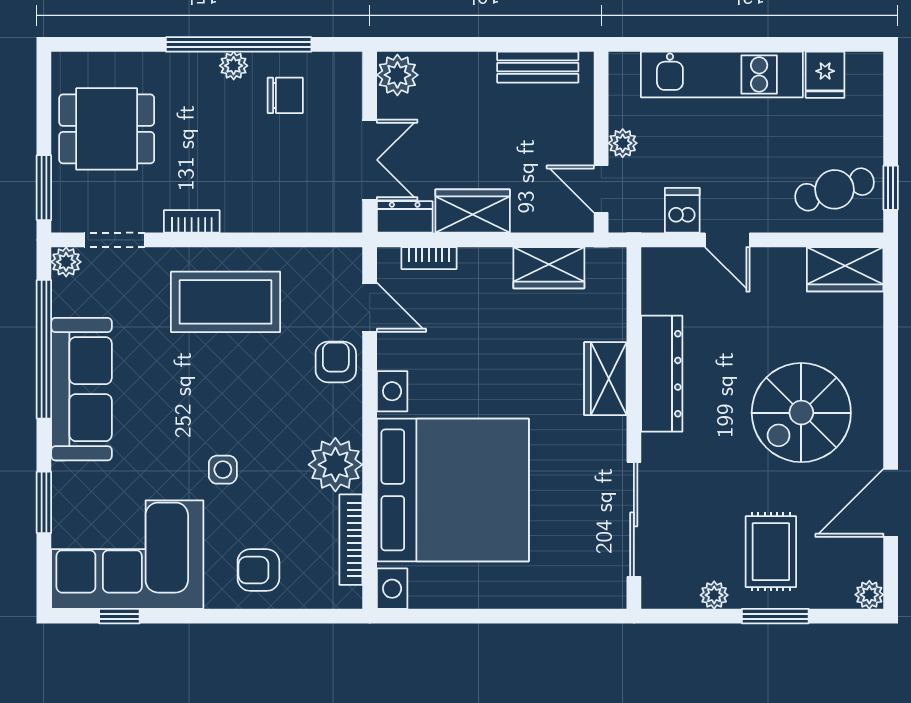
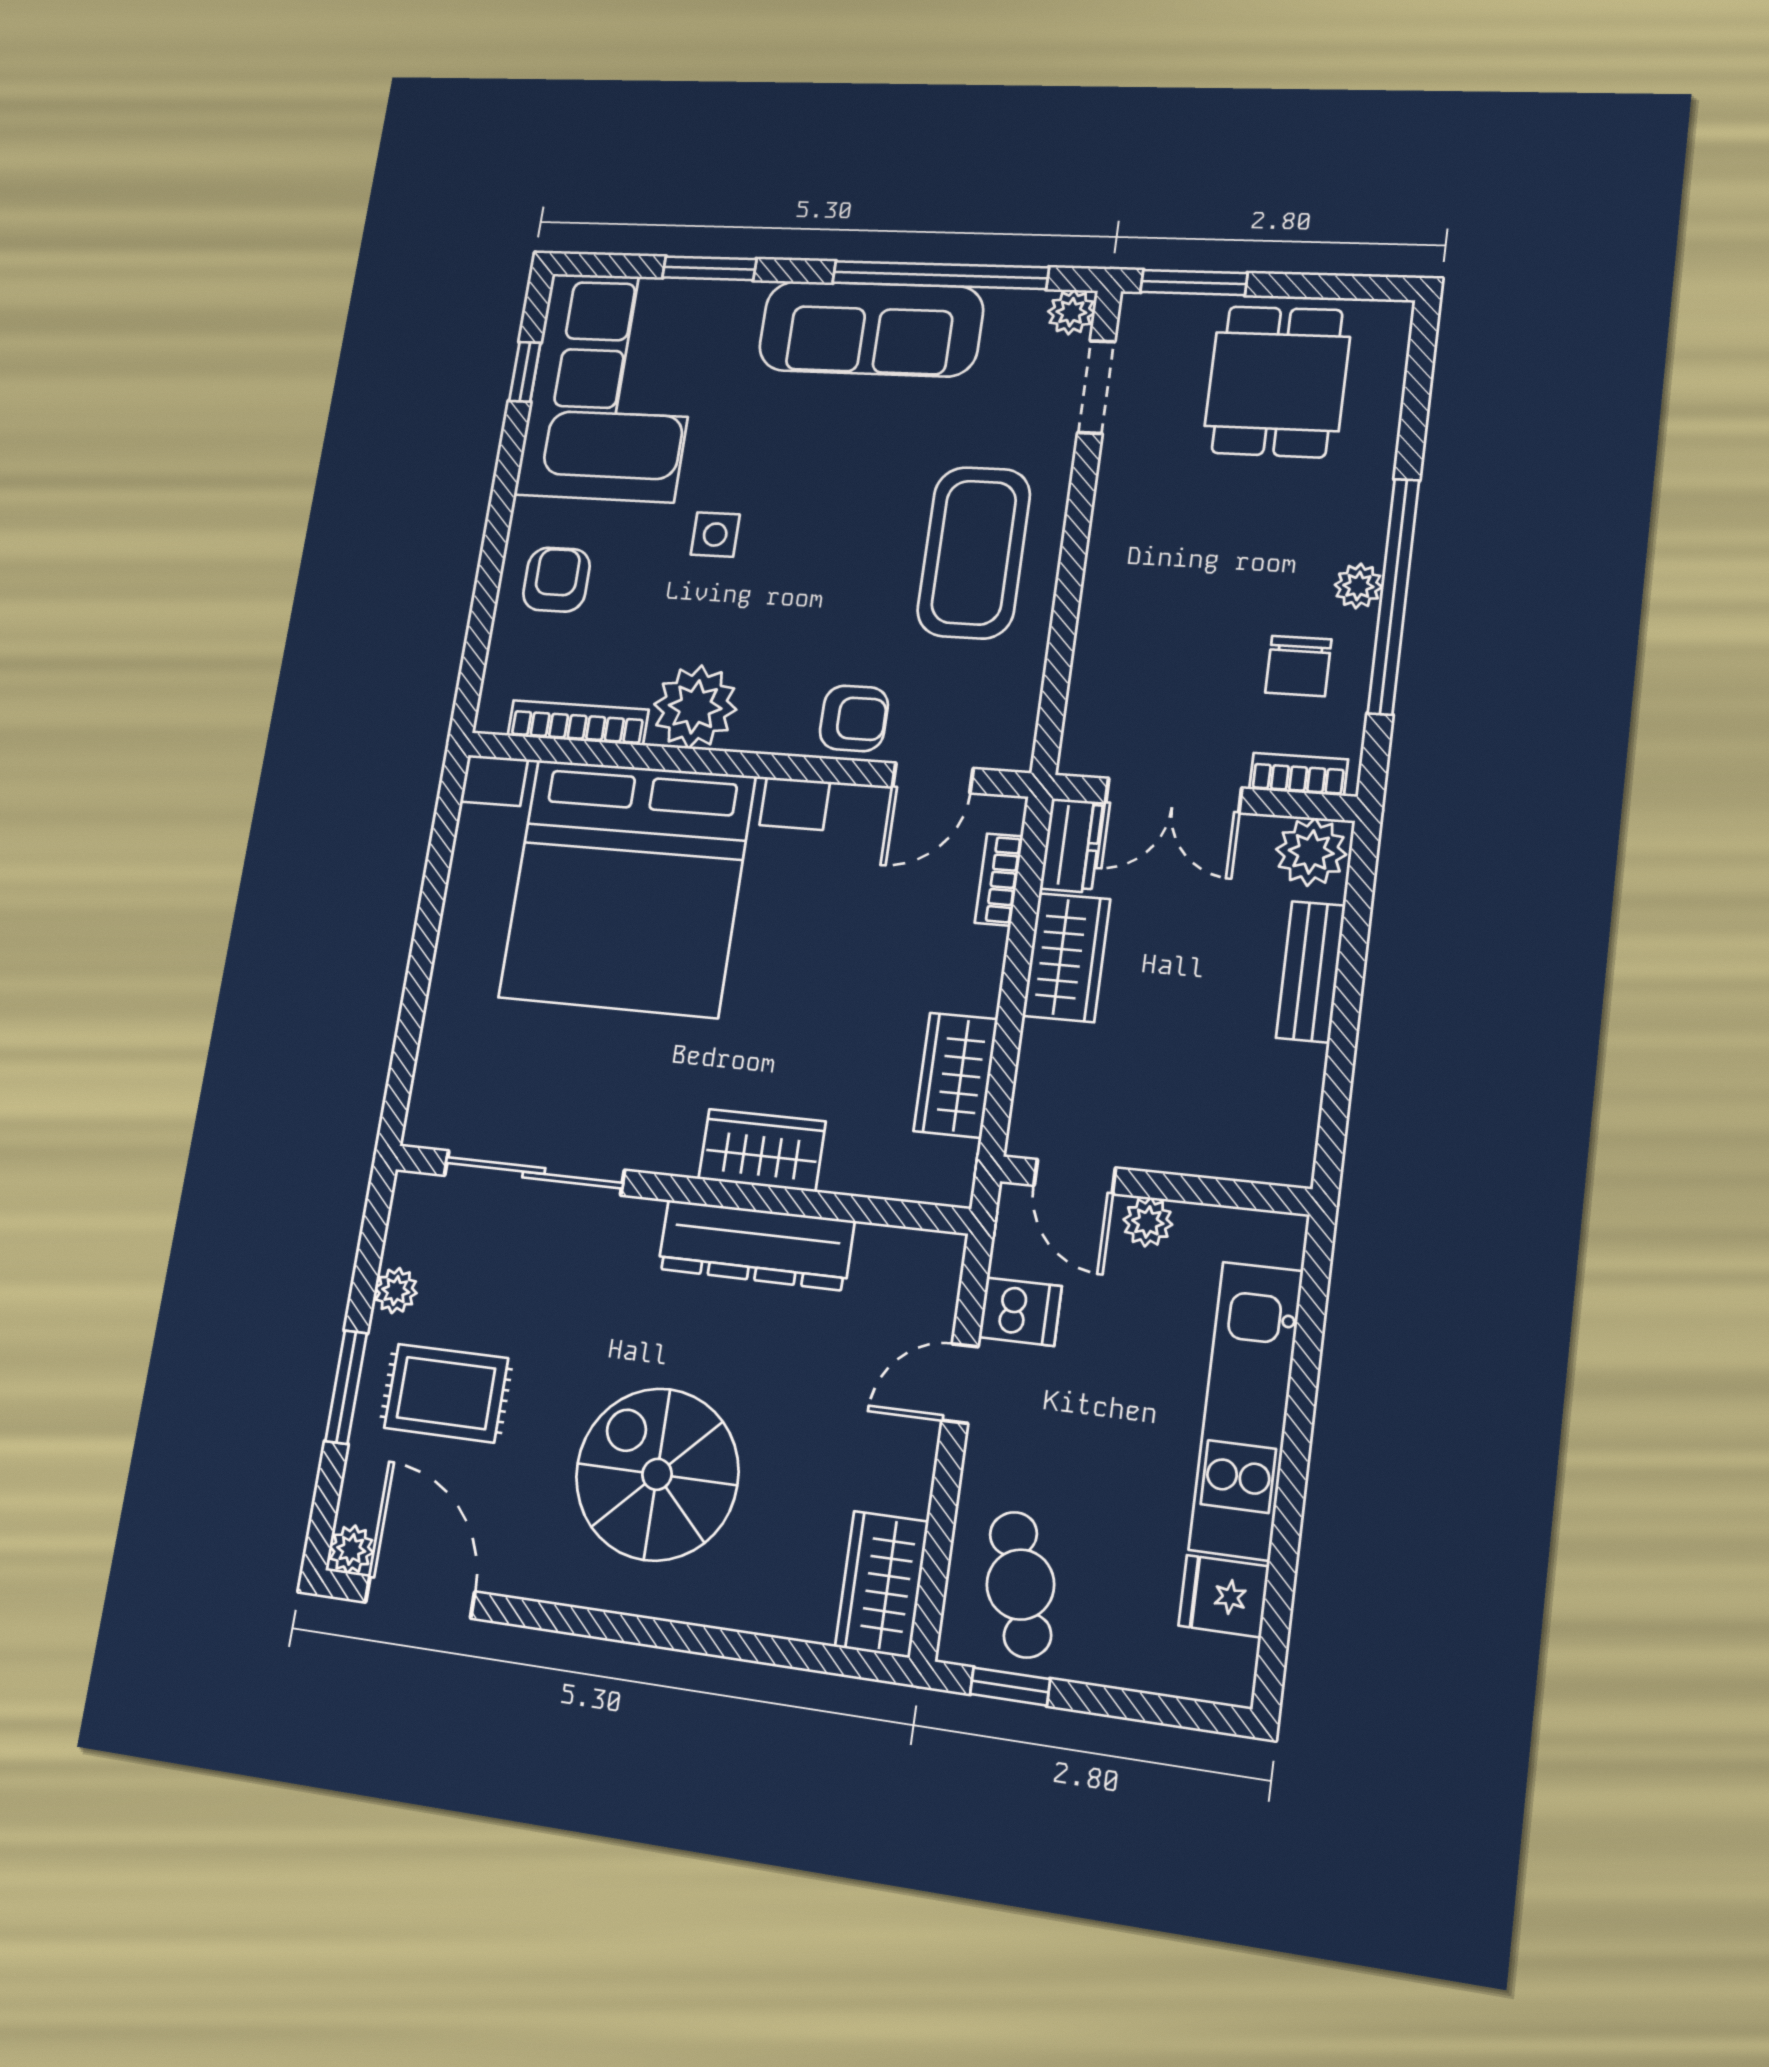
bench: (538, 67) -> (1311, 972), moved
door: (601, 189) -> (1075, 1177), swing flipped
bookcase: (192, 221) -> (1299, 774), moved, turned -90
door: (891, 503) -> (420, 1597), moved

